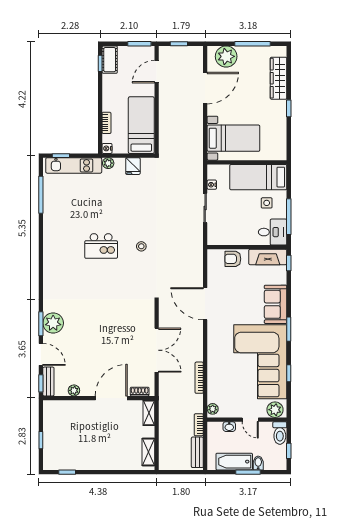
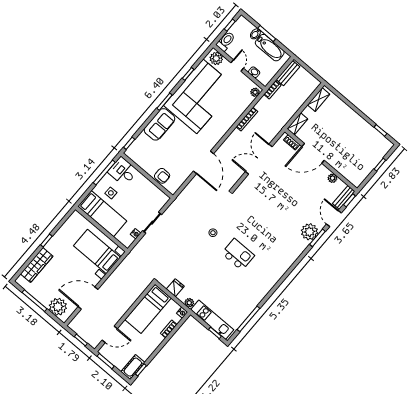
fireplace: (268, 257) -> (139, 158), removed

